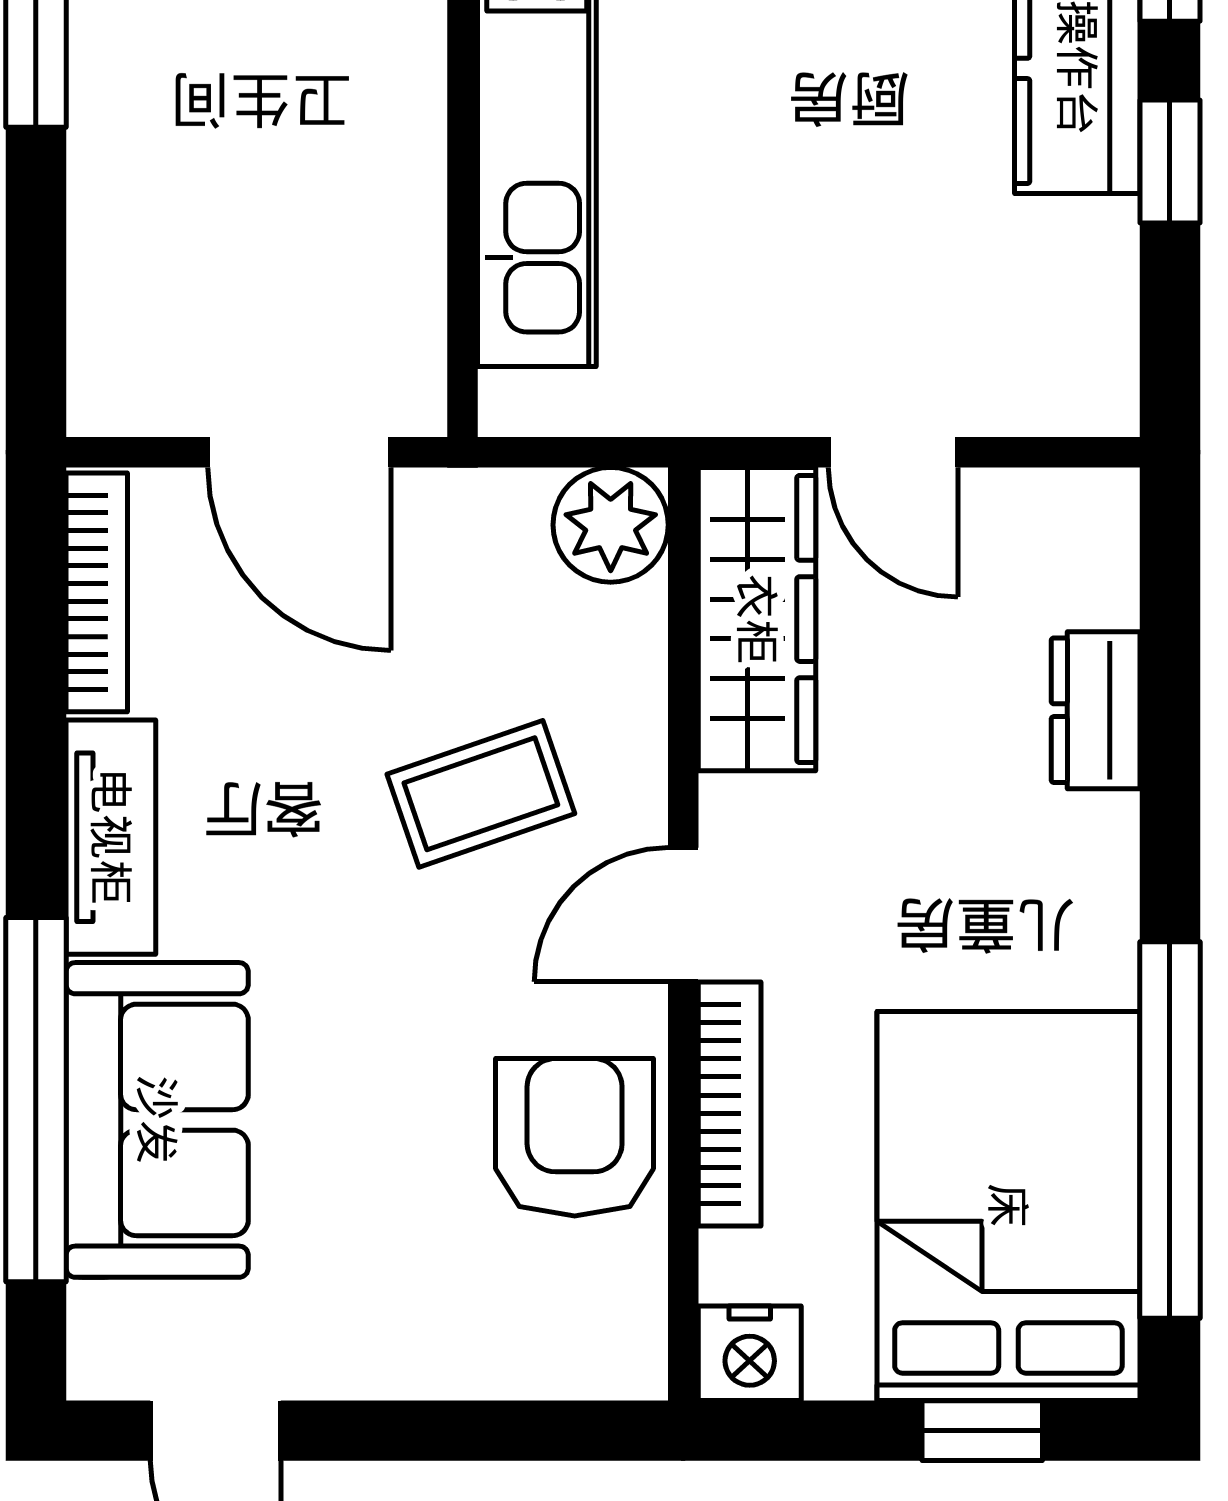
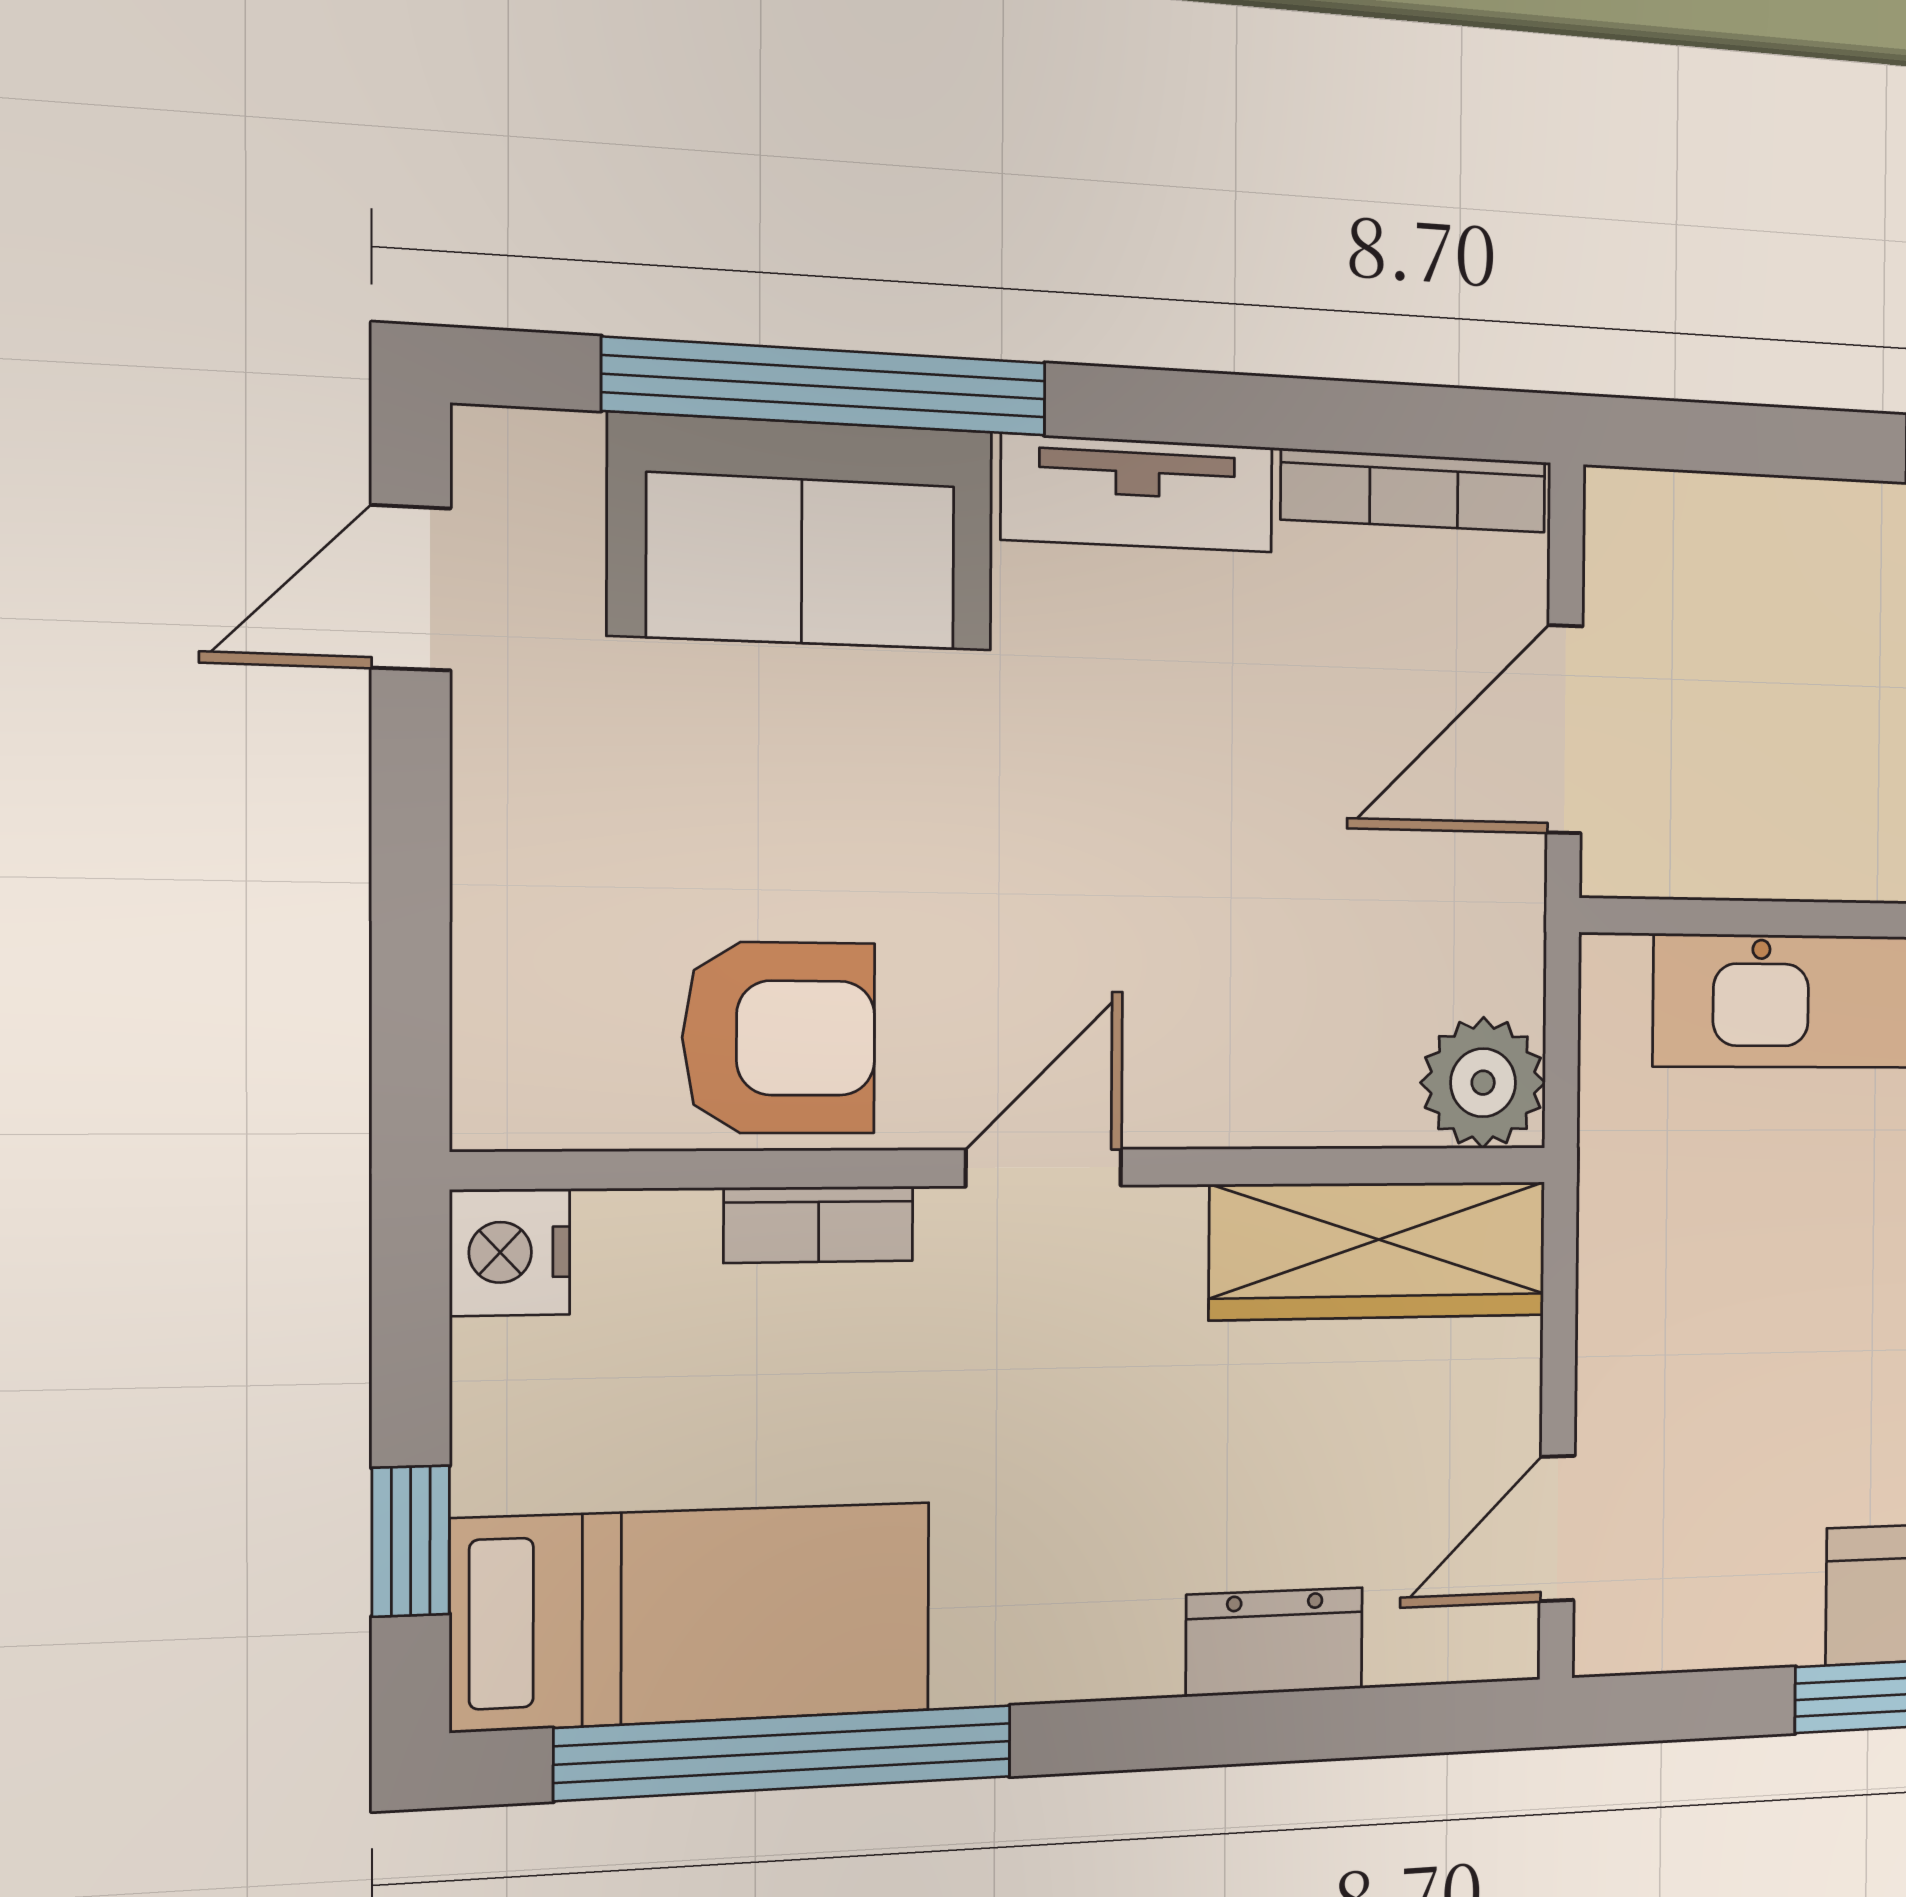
door: (893, 452) -> (1557, 1528), moved
coffee table: (481, 794) -> (1185, 930), removed
door: (683, 915) -> (1044, 1168), hinge flipped
bookcase: (730, 1104) -> (819, 1224), width x0.64
bed: (1008, 1206) -> (693, 1616), width x0.67

